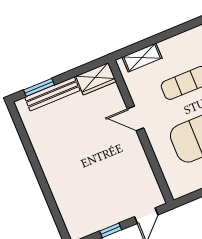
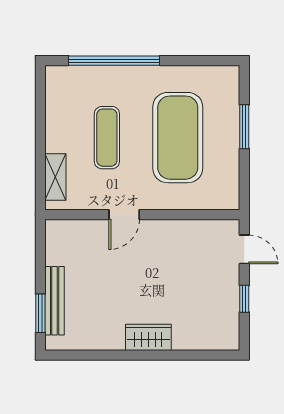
wardrobe: (96, 79) -> (148, 337), moved, turned -90

